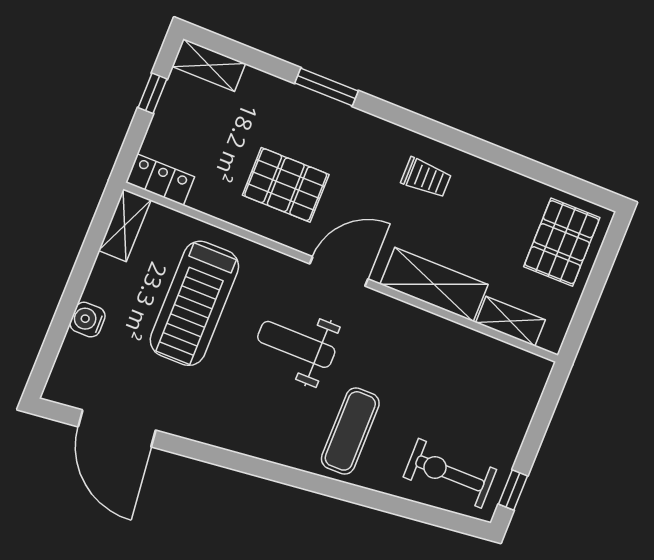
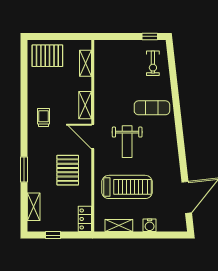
shelving: (209, 65) -> (34, 207), moved
shelving: (125, 225) -> (119, 226), moved
shelving: (434, 284) -> (85, 105), width x0.67, depth x0.75
exercise bike: (450, 473) -> (153, 63), width x0.73, depth x0.72

